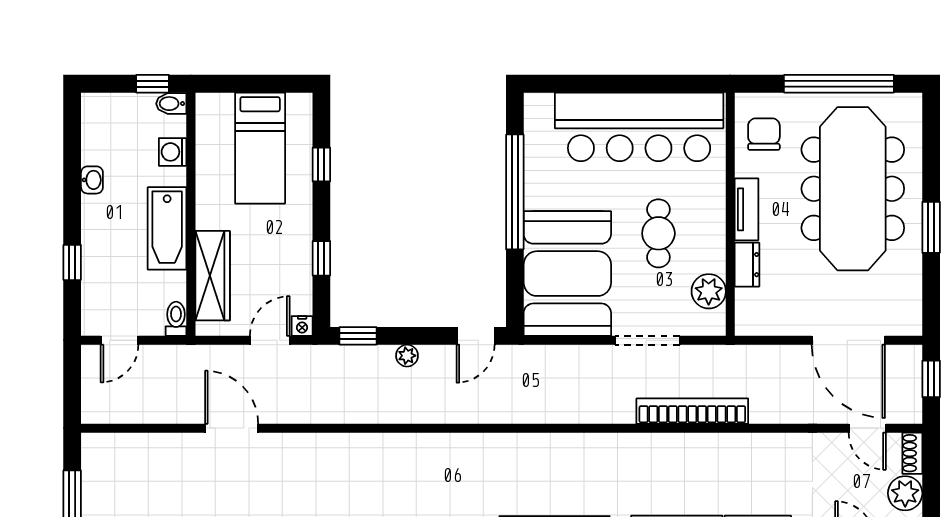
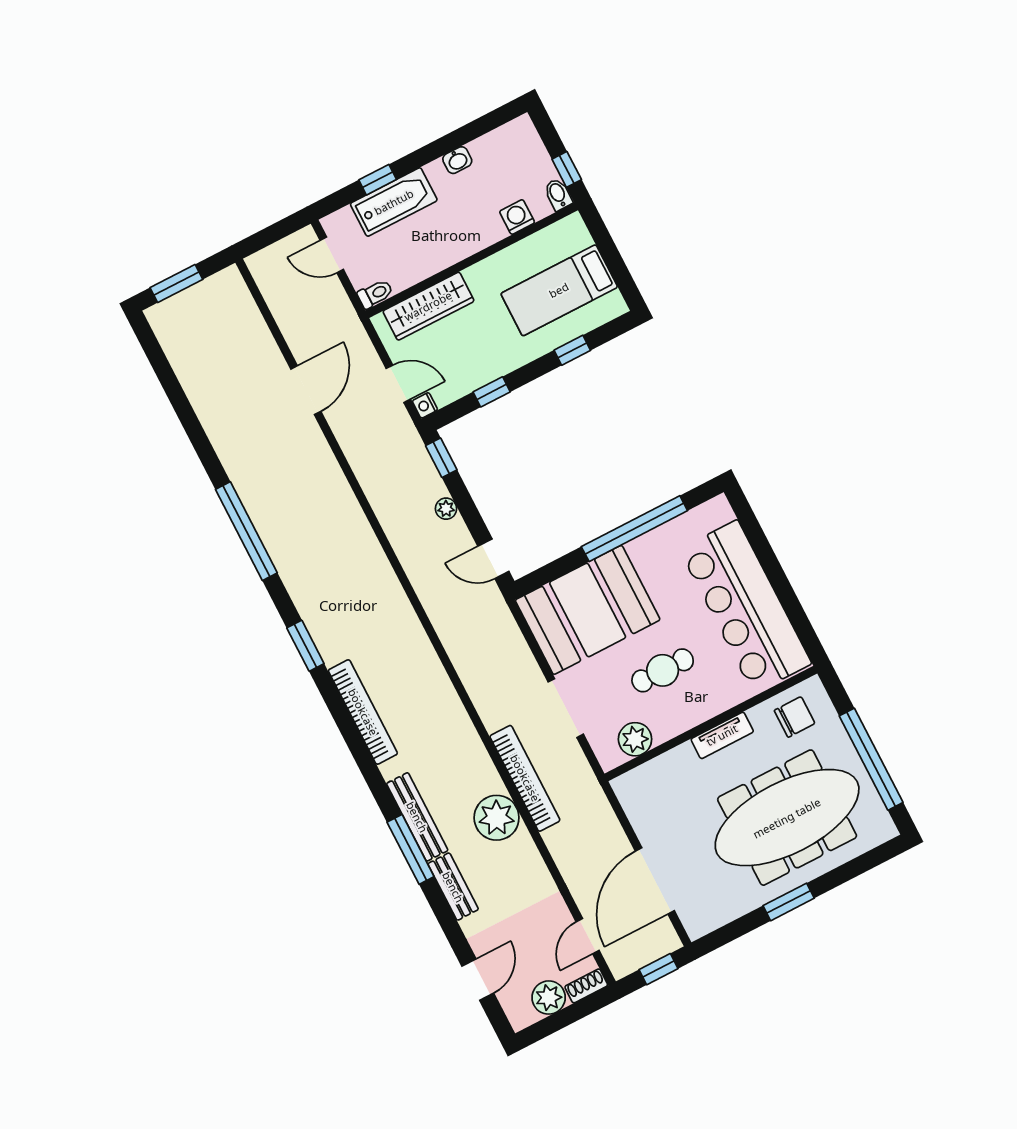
bathtub: (167, 228) -> (394, 202), moved, turned 180
dresser: (747, 265) -> (675, 760), removed
plant: (715, 456) -> (497, 818), added

